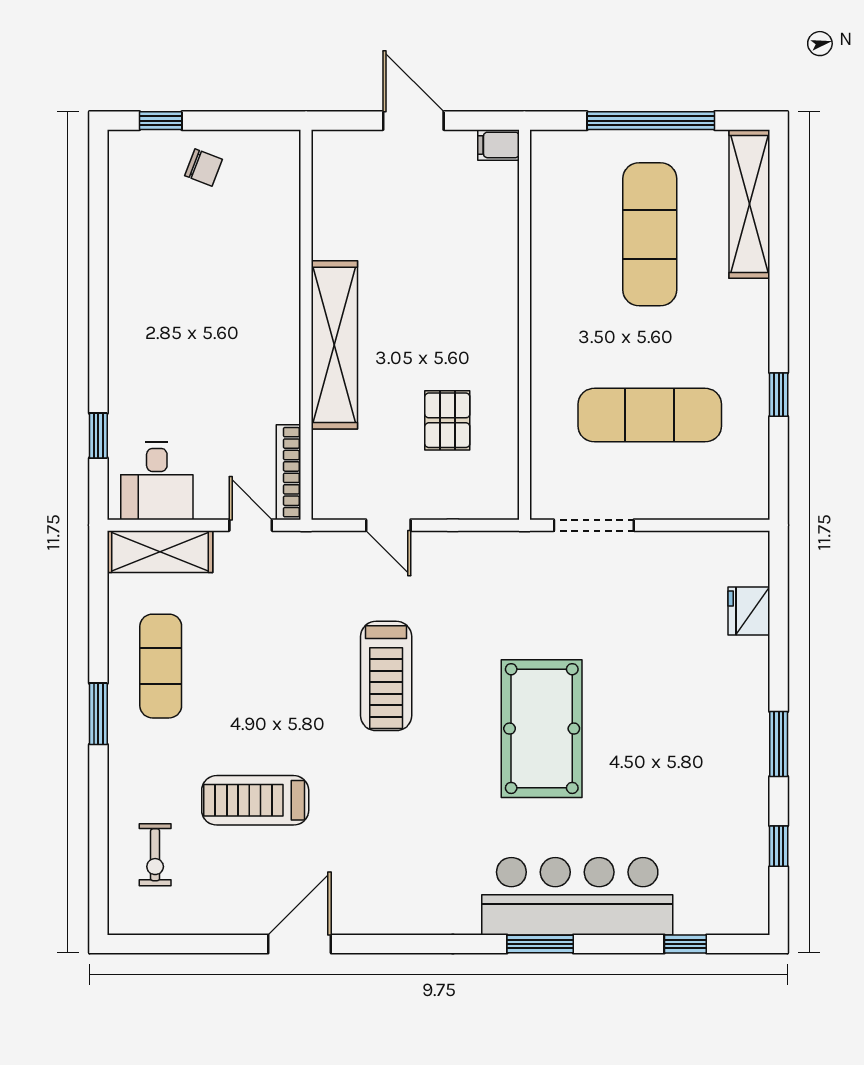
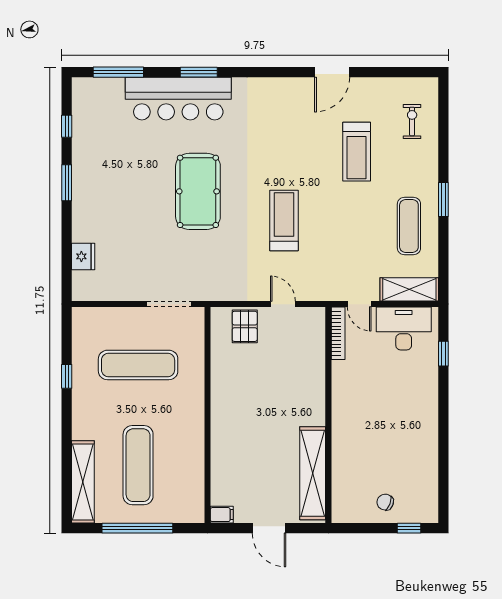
shelving: (334, 345) -> (313, 473), moved
pallet: (447, 420) -> (245, 326), moved
desk: (157, 481) -> (404, 329), width x1.37
treadmill: (255, 800) -> (357, 152), turned 90
window: (685, 944) -> (118, 72), width x2.17

